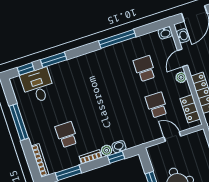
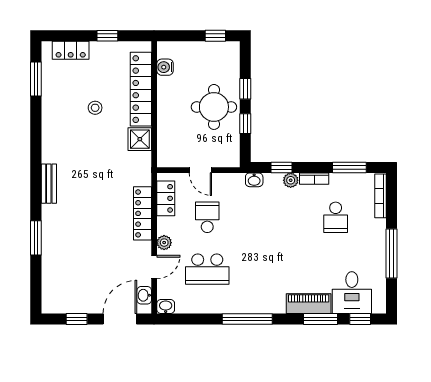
window: (117, 39) -> (247, 319), moved
piano: (66, 68) -> (309, 304), added
school desk: (145, 69) -> (207, 269), width x1.85
school desk: (157, 105) -> (207, 217), turned 180
washbasin: (119, 147) -> (254, 180), moved

